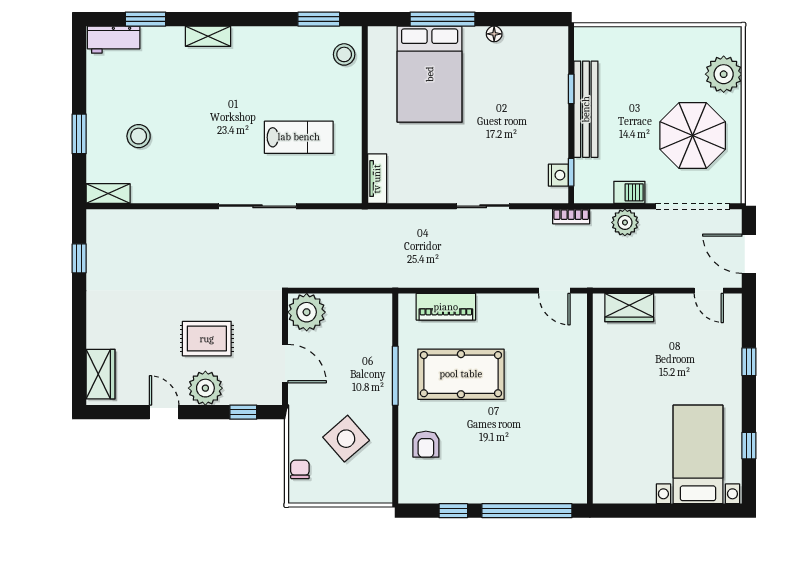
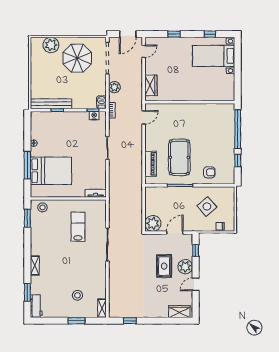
bench: (586, 109) -> (51, 104), moved
barbecue: (629, 192) -> (102, 102), moved

